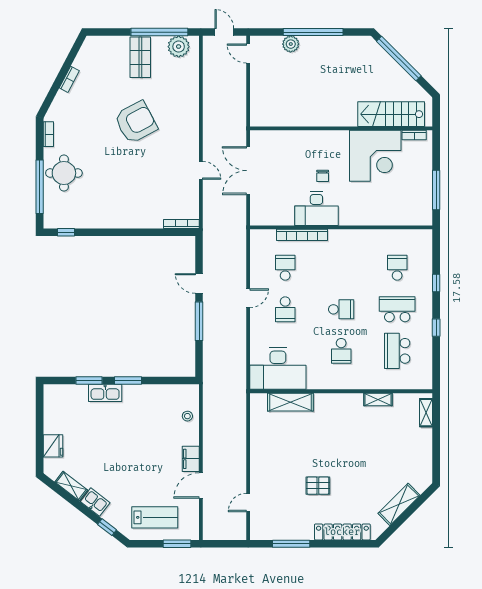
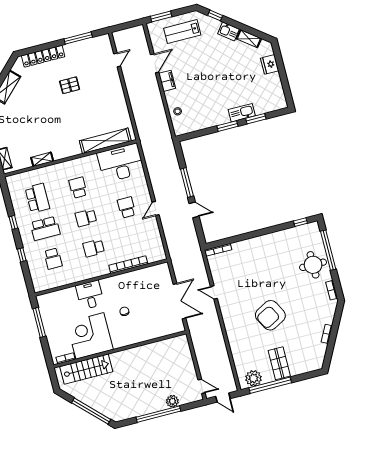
desk: (316, 209) -> (90, 295), moved, width x0.73
school desk: (285, 268) -> (94, 248), moved, turned 90
shelving: (290, 402) -> (105, 141), width x1.47

